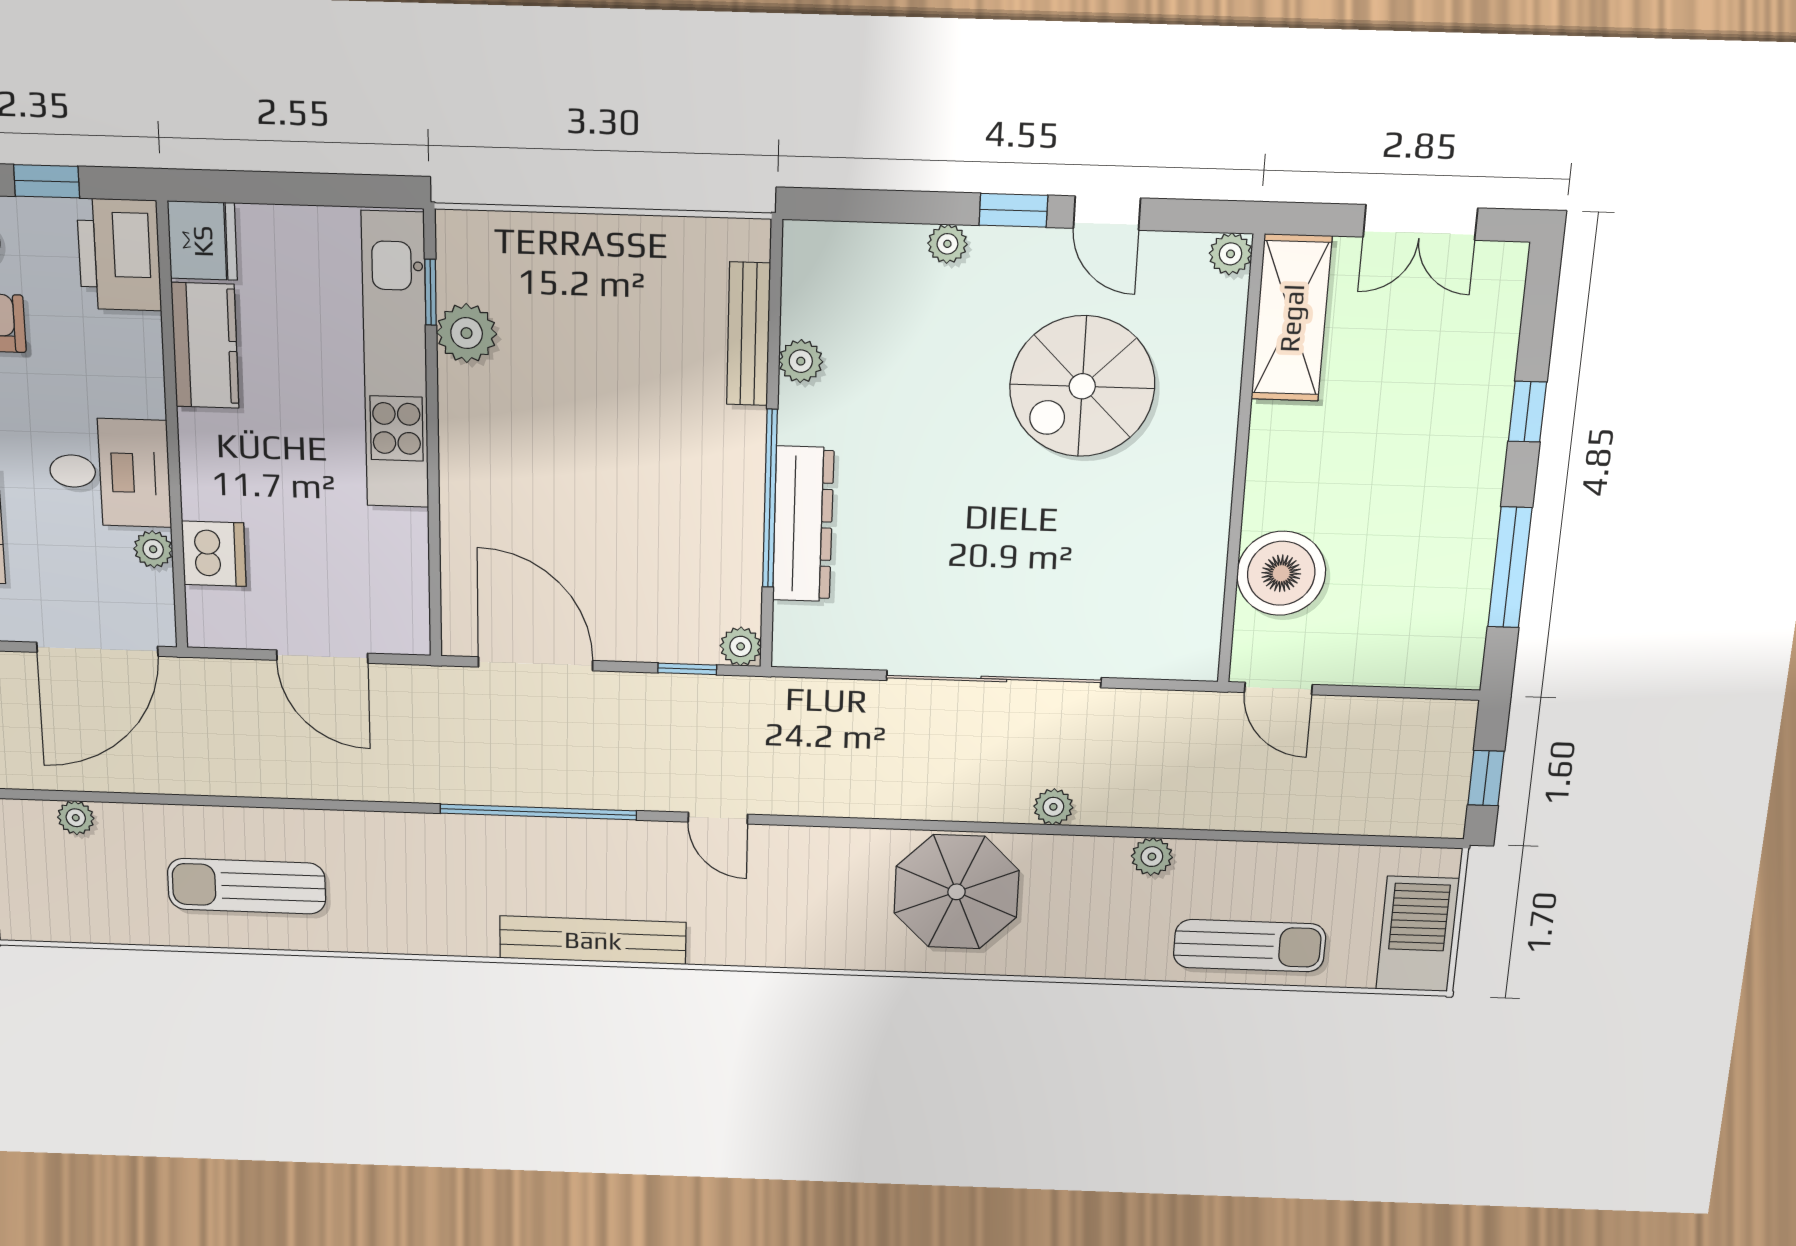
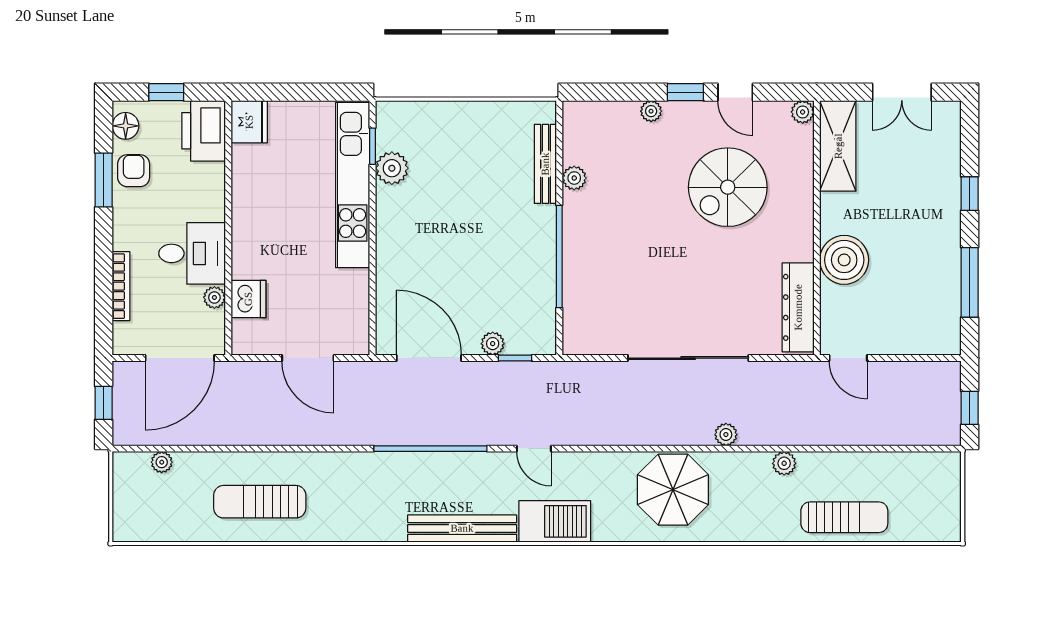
kitchen counter: (205, 346) -> (248, 180), removed
dresser: (803, 524) -> (798, 307), moved, turned 180
boiler: (1281, 573) -> (844, 260), moved
plant: (741, 646) -> (493, 344), moved
barbecue: (1417, 934) -> (555, 521), moved, turned 90

